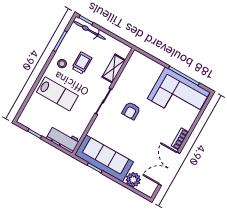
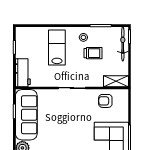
shelving: (114, 68) -> (116, 81), moved
lab bench: (57, 94) -> (57, 47), turned 180
armchair: (131, 111) -> (105, 101), moved

